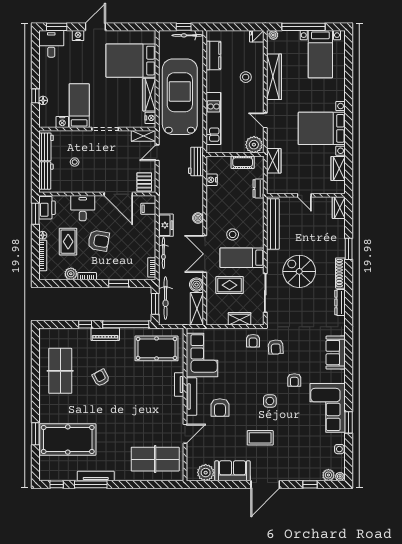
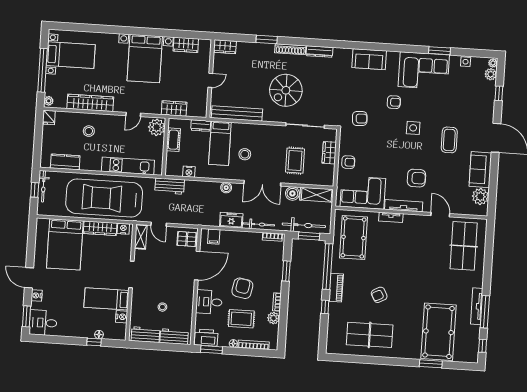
bed: (242, 258) -> (220, 143), moved
armchair: (253, 341) -> (348, 162), moved

